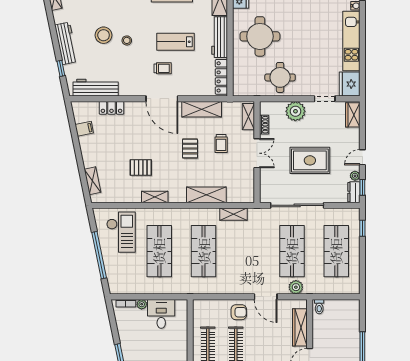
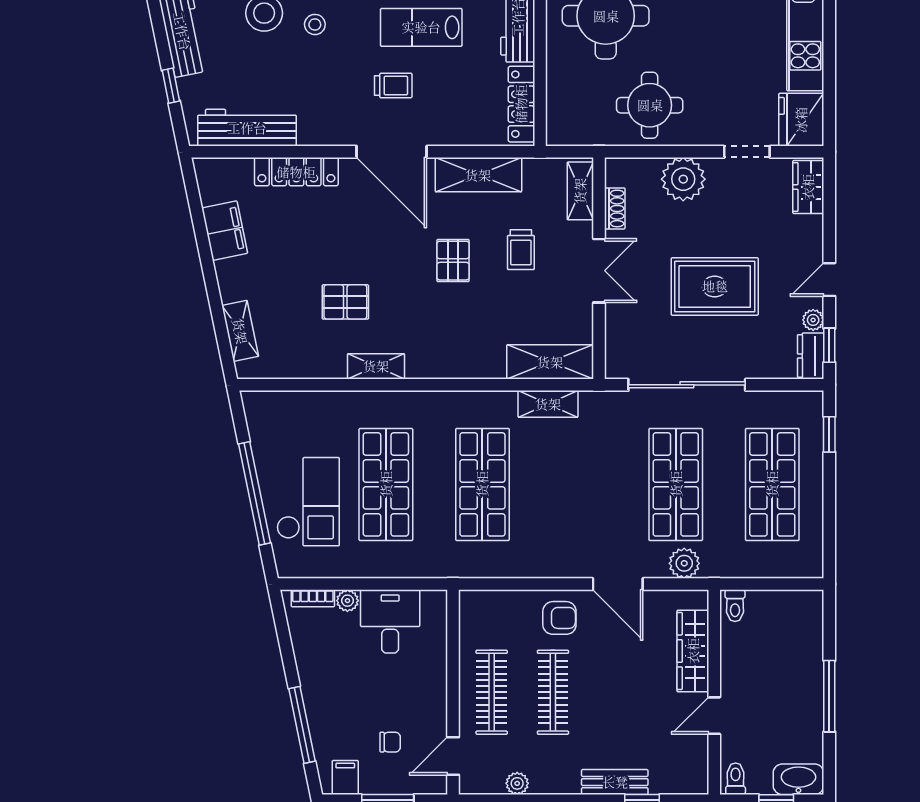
locker: (112, 108) -> (296, 172), width x1.53
filing cabinet: (84, 129) -> (225, 231), width x2.00
shelving: (206, 195) -> (550, 362), moved
checkout: (121, 232) -> (308, 502), moved

